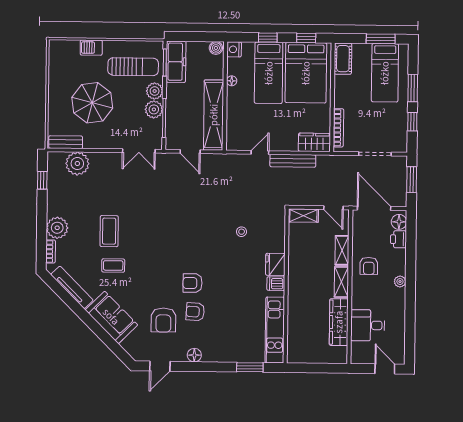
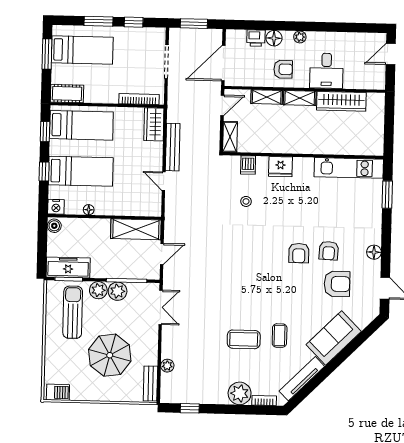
barbecue: (91, 48) -> (58, 392), moved, turned -90
bed: (306, 73) -> (81, 125), width x0.67
shelving: (214, 115) -> (136, 229), width x0.68
plant: (77, 164) -> (167, 366), width x0.53, depth x0.53
floor lamp: (399, 222) -> (274, 38), moved
dishwasher: (276, 284) -> (248, 165), moved
desk: (368, 325) -> (326, 71), moved

